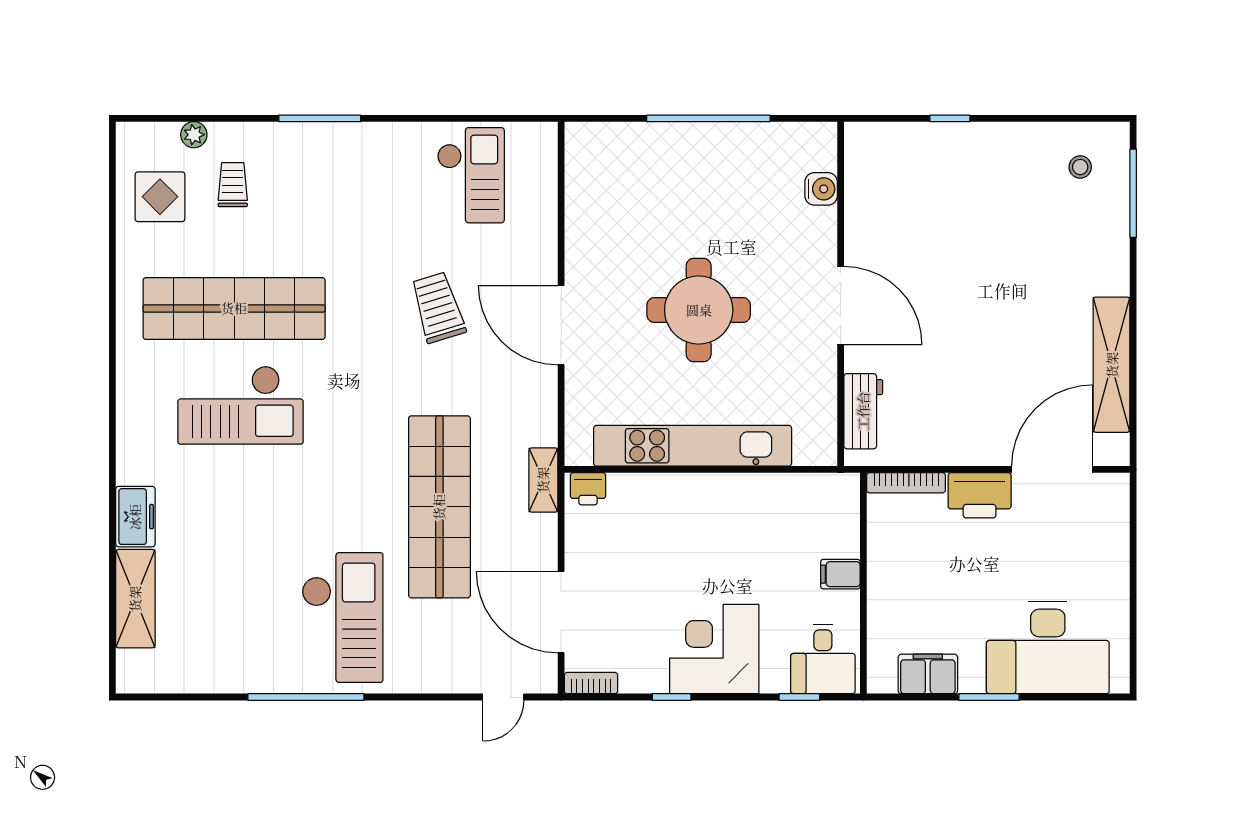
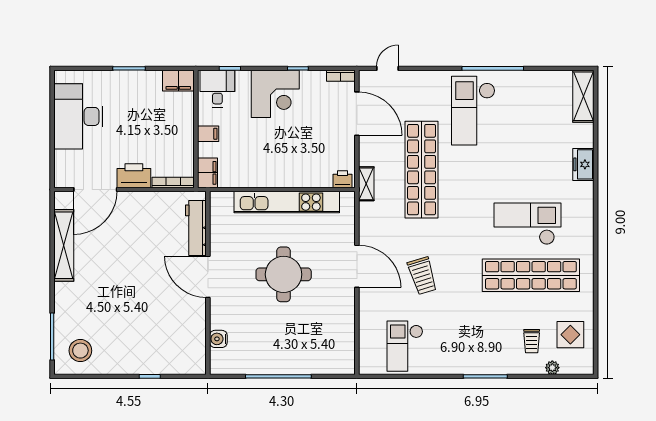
stool: (1080, 167) -> (80, 351), width x1.89, depth x1.89
workbench: (863, 411) -> (196, 228), width x1.38
filing cabinet: (841, 501) -> (208, 173), added
shelving: (135, 599) -> (583, 96), moved
desk: (1048, 648) -> (78, 116), moved, turned -90
filing cabinet: (928, 674) -> (178, 81), moved

